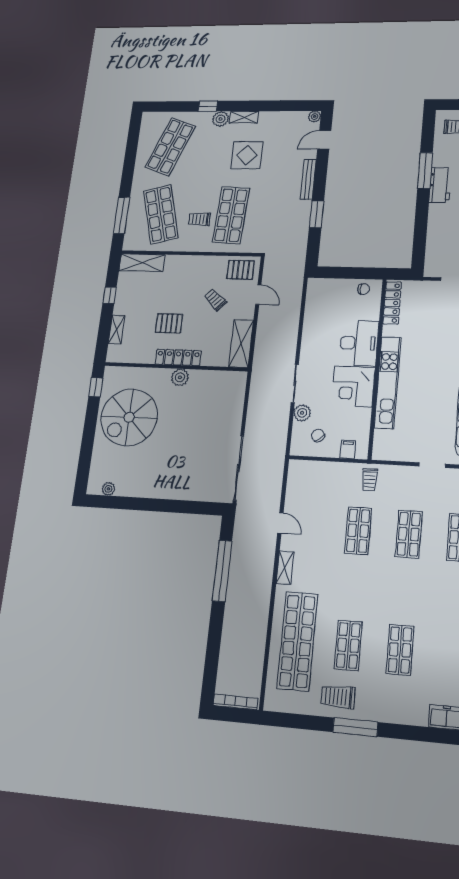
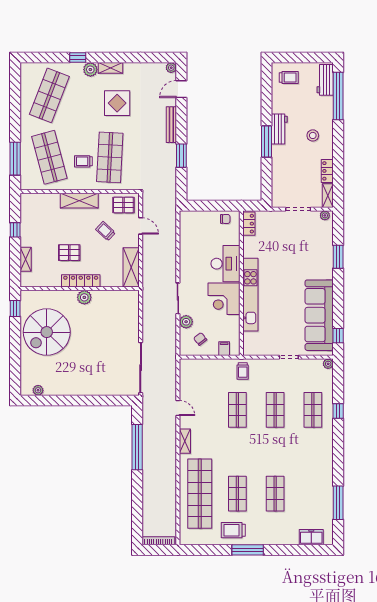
window: (425, 171) -> (267, 141), moved
shelving: (142, 263) -> (79, 201), moved
locker: (392, 303) -> (249, 224), width x0.66

